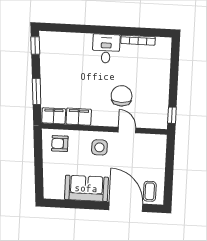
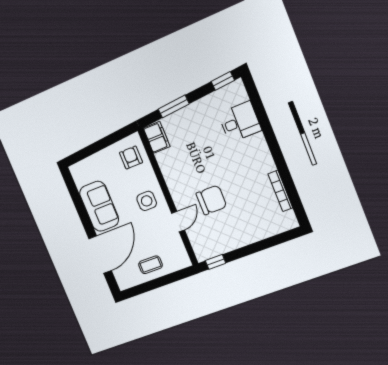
desk: (106, 49) -> (240, 122), moved
filing cabinet: (79, 117) -> (168, 164), removed
coffee table: (150, 191) -> (150, 265), moved

